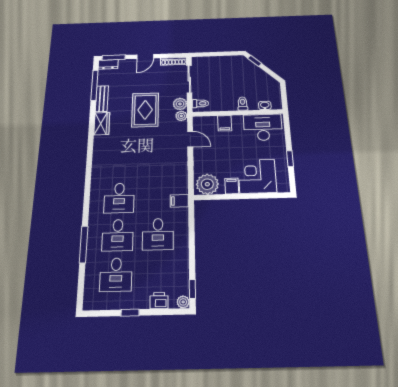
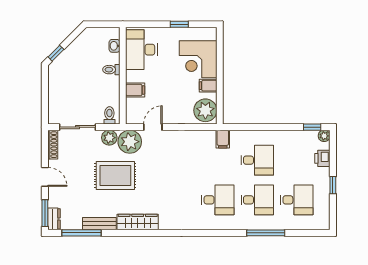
plant: (181, 116) -> (130, 142), width x1.87, depth x1.87
wardrobe: (102, 124) -> (138, 222), width x1.50

